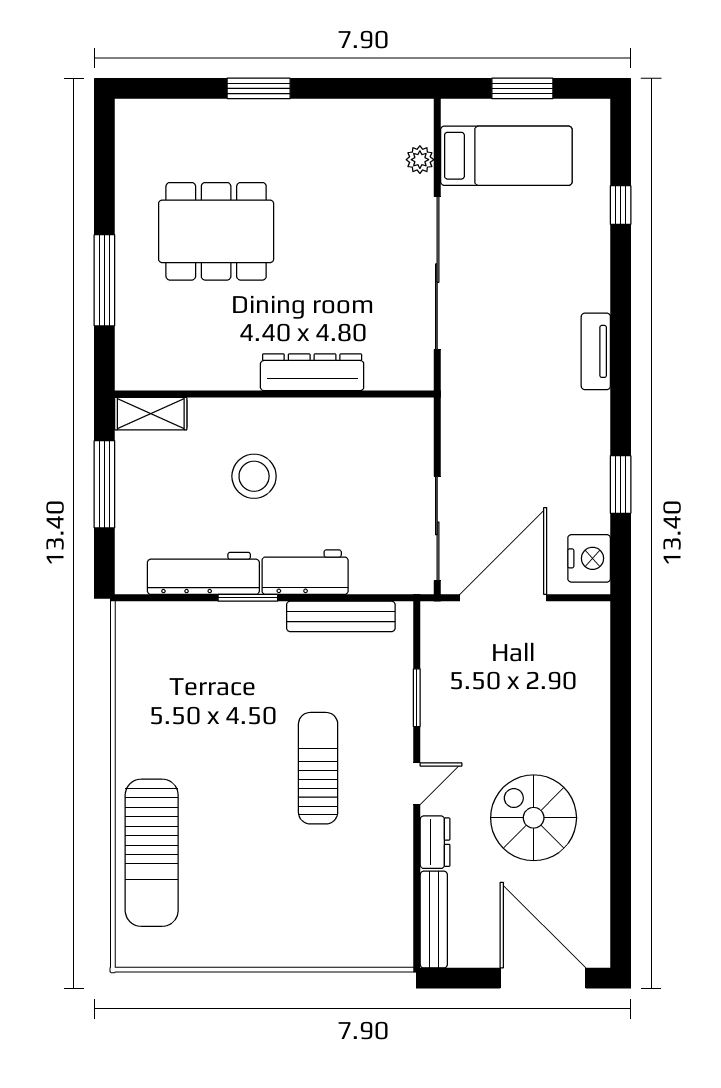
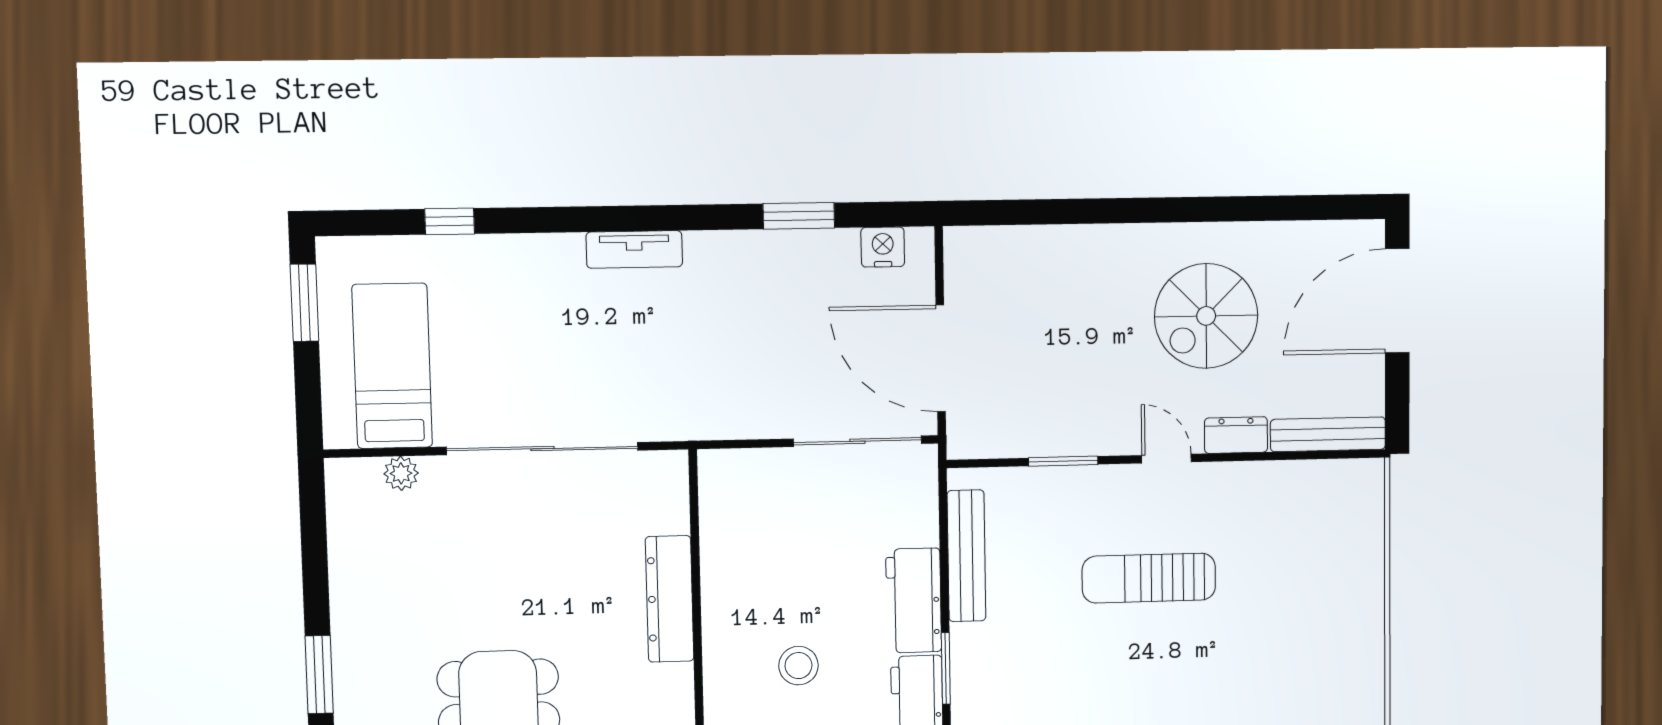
window: (522, 88) -> (304, 303), moved
stool: (254, 476) -> (798, 666), width x0.73, depth x0.73
nightstand: (589, 558) -> (883, 247), width x0.74, depth x0.75

